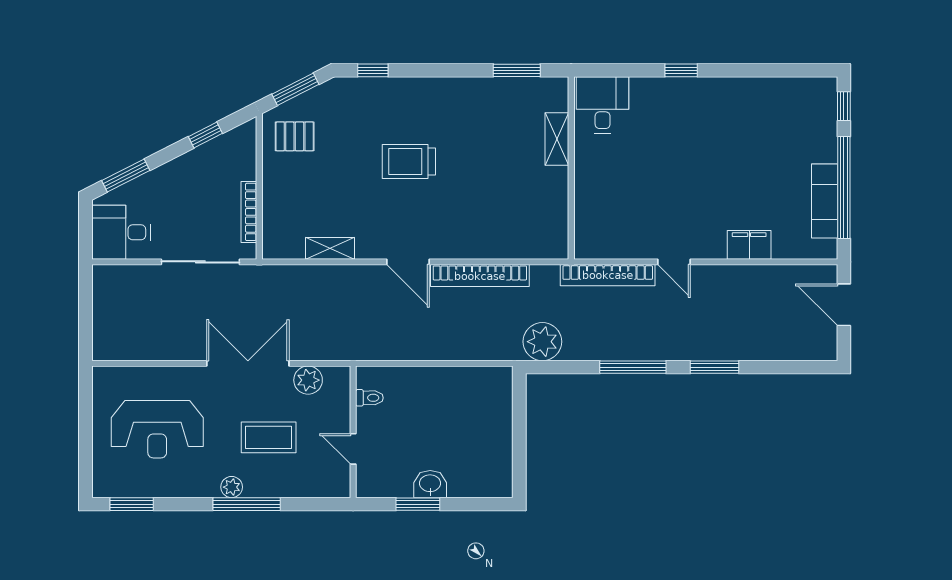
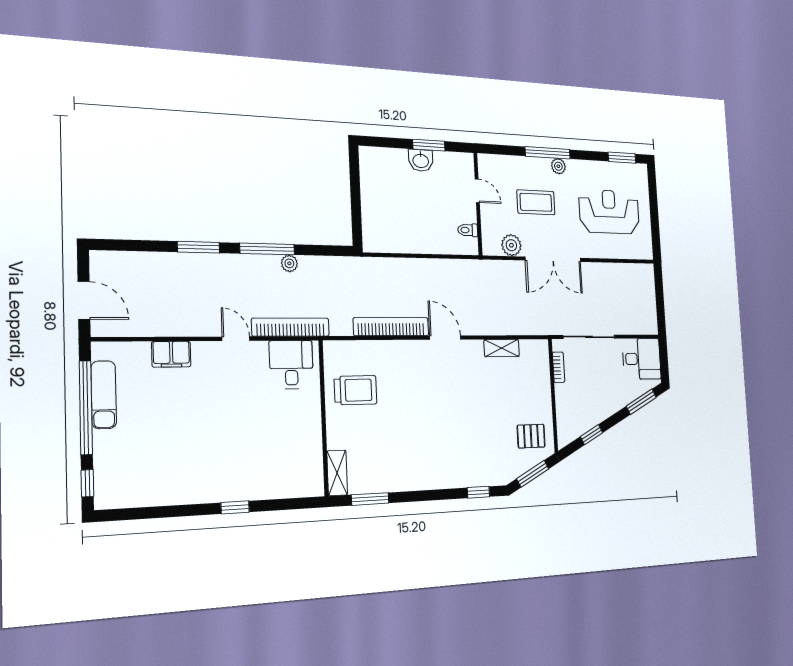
desk: (603, 105) -> (291, 365), moved, turned 180
shelving: (557, 139) -> (337, 473), moved
trolley: (409, 162) -> (356, 390), moved
bookcase: (249, 212) -> (559, 367), width x0.64
plant: (542, 342) -> (289, 263), moved, width x0.53, depth x0.53

